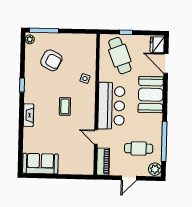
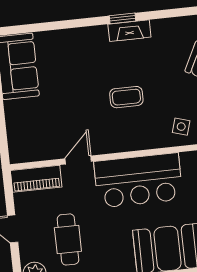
window: (22, 85) -> (122, 18), moved
fireplace: (28, 115) -> (129, 31), moved

